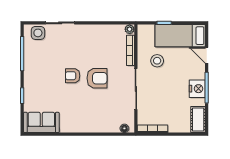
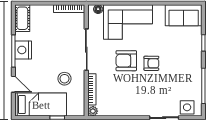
corner sofa: (95, 116) -> (128, 22), added

